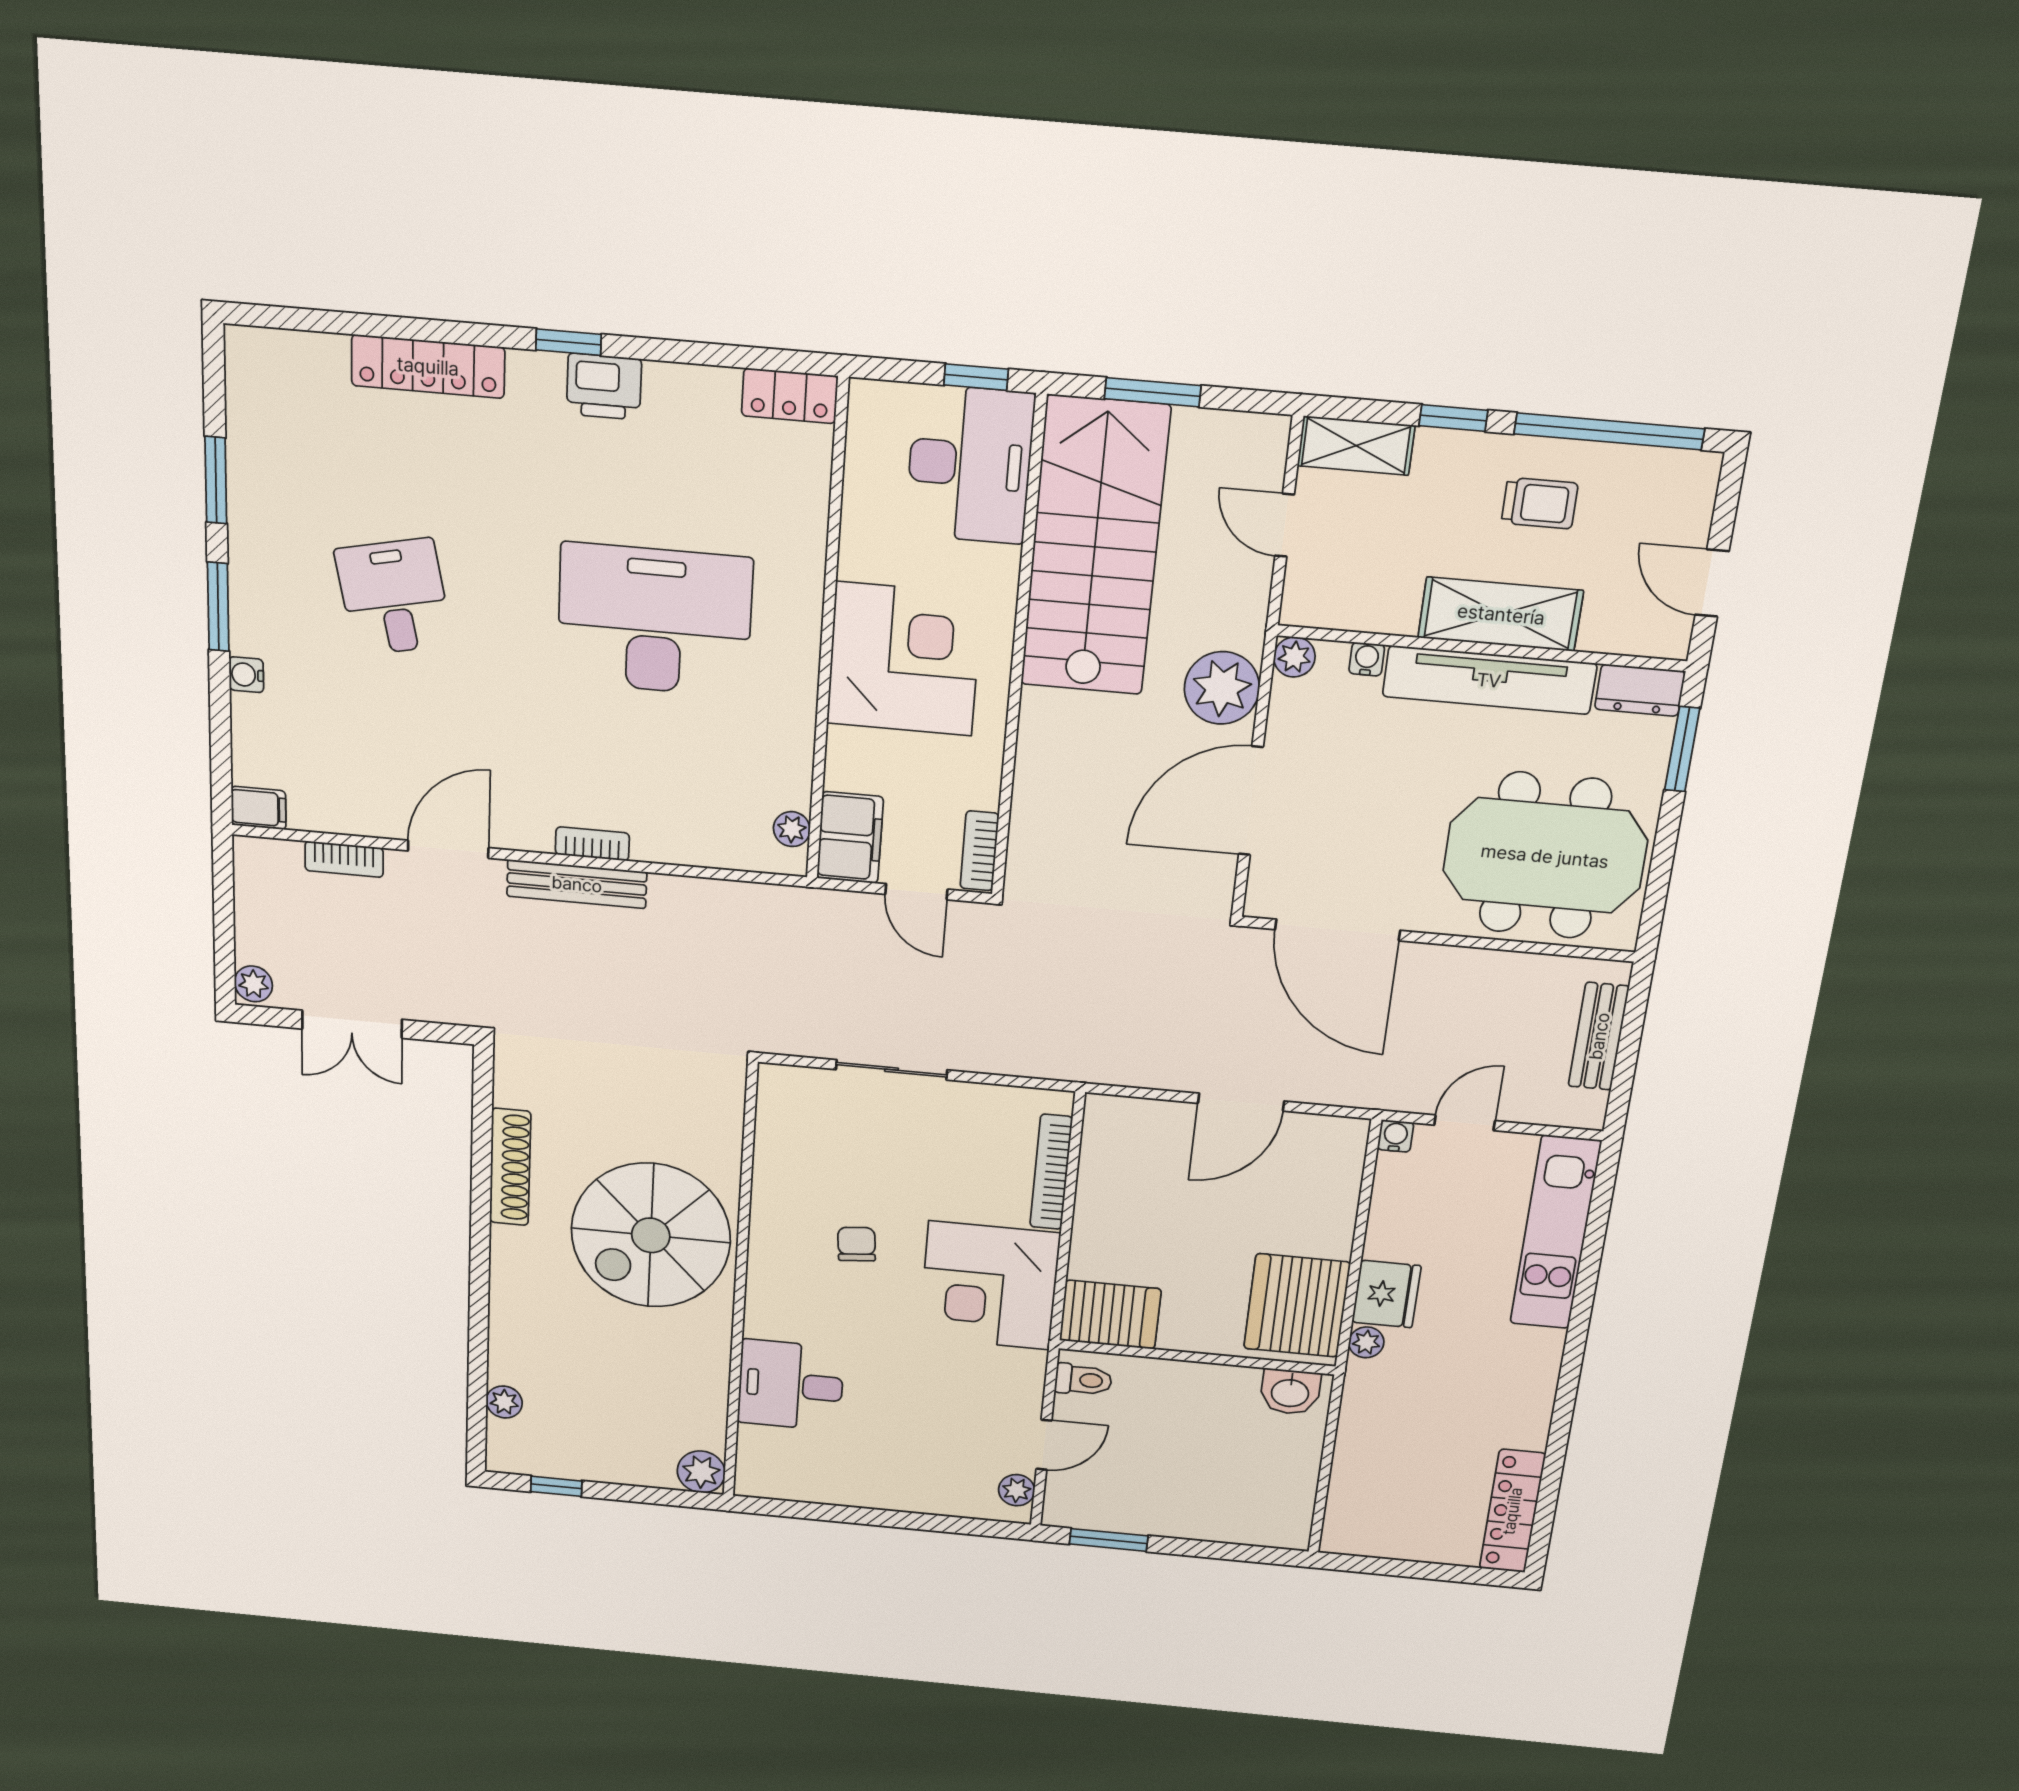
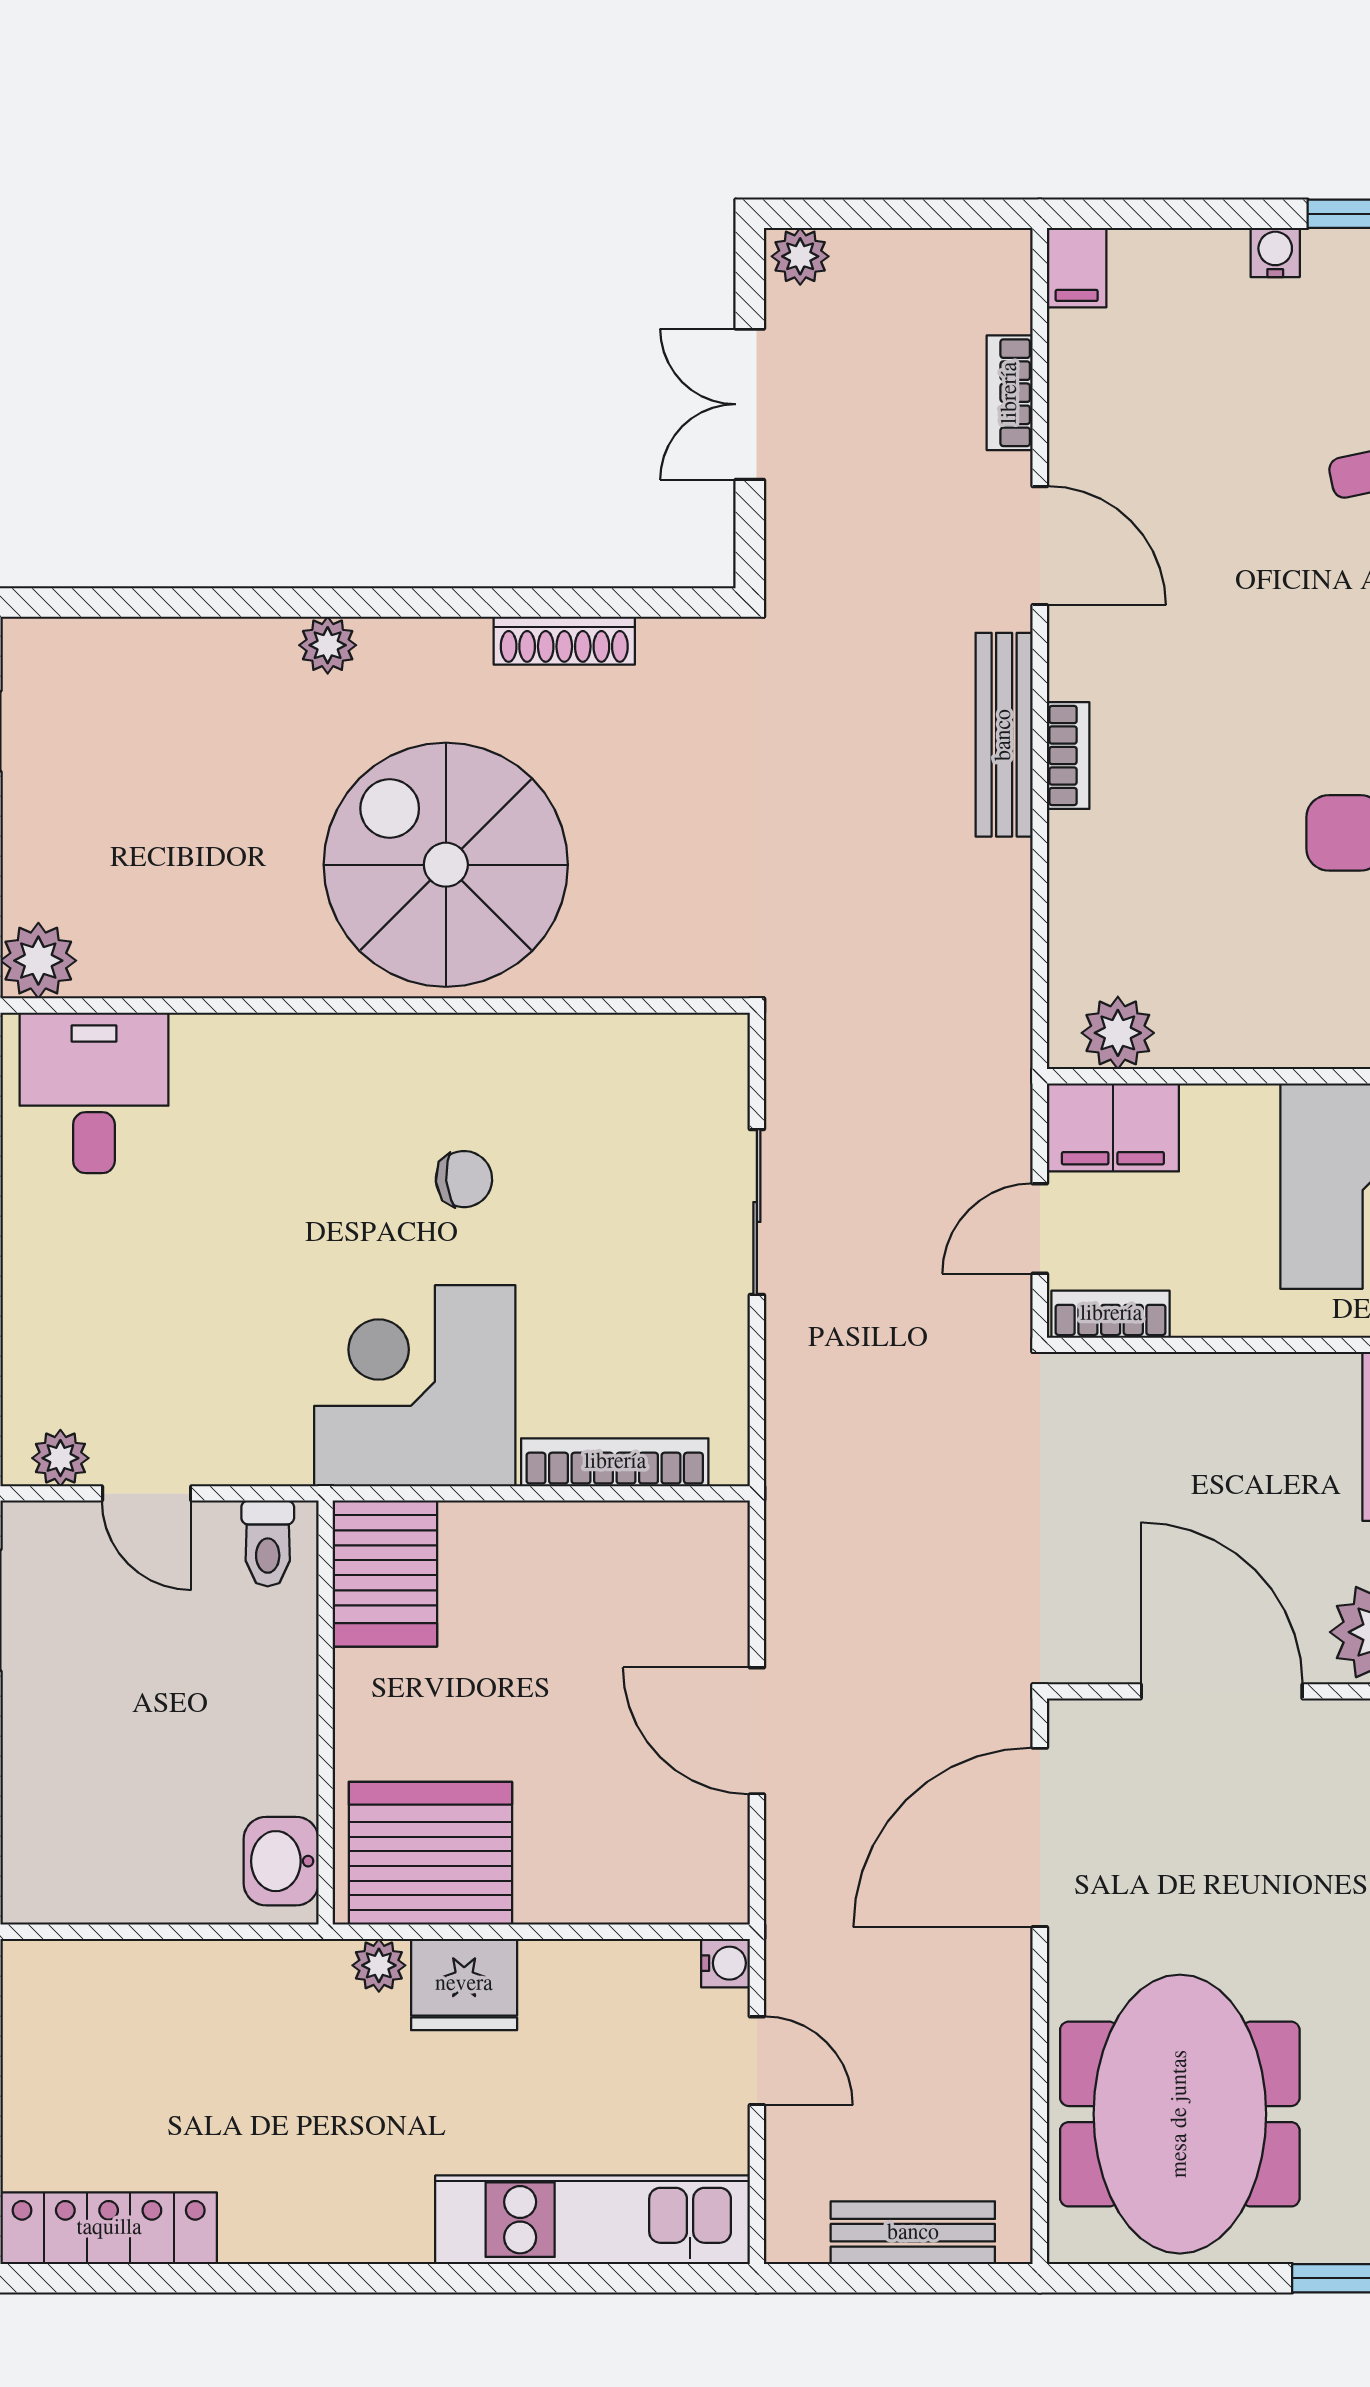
plant: (792, 829) -> (1118, 1033), width x1.38, depth x1.38
shoe rack: (510, 1167) -> (564, 641), width x0.74, depth x0.81
desk: (791, 1385) -> (94, 1093), moved
plant: (504, 1402) -> (328, 645), moved

